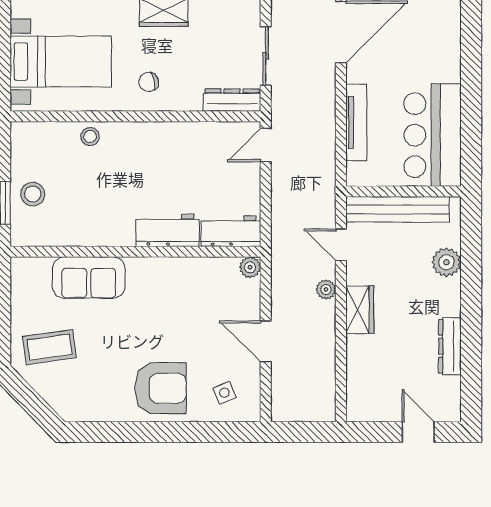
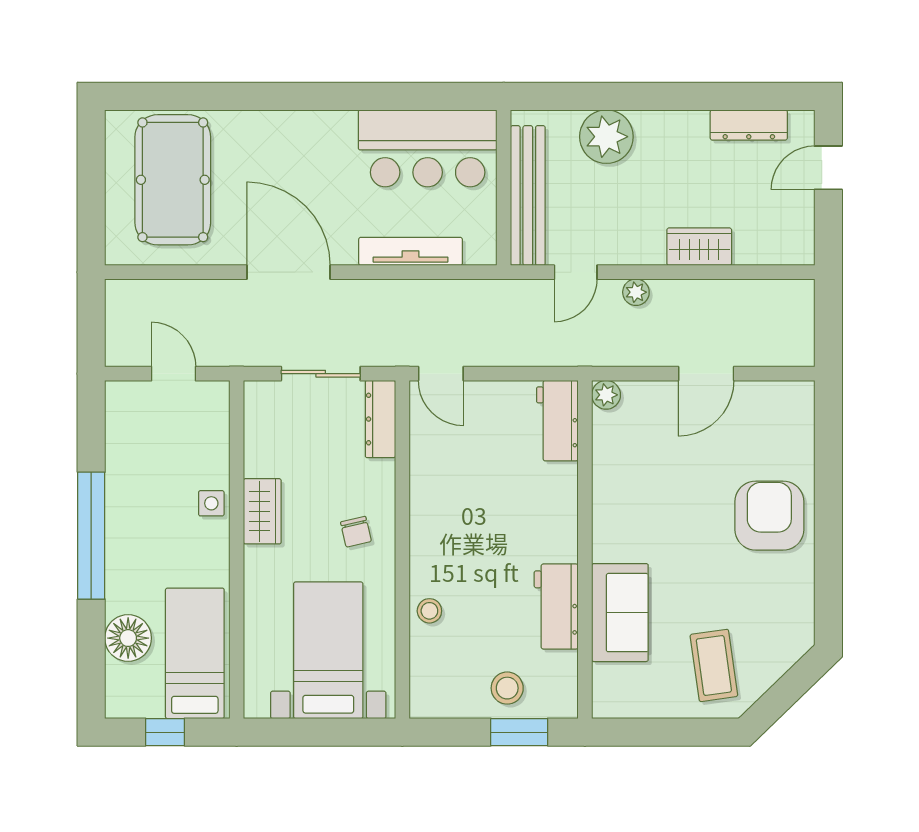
workbench: (168, 230) -> (556, 607), moved
plant: (446, 262) -> (606, 137), width x1.36, depth x1.36
wardrobe: (360, 310) -> (699, 247), moved
dresser: (450, 346) -> (749, 125), moved
side table: (224, 393) -> (775, 429), removed

